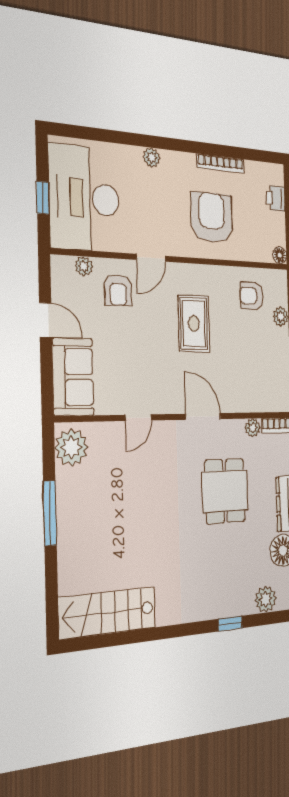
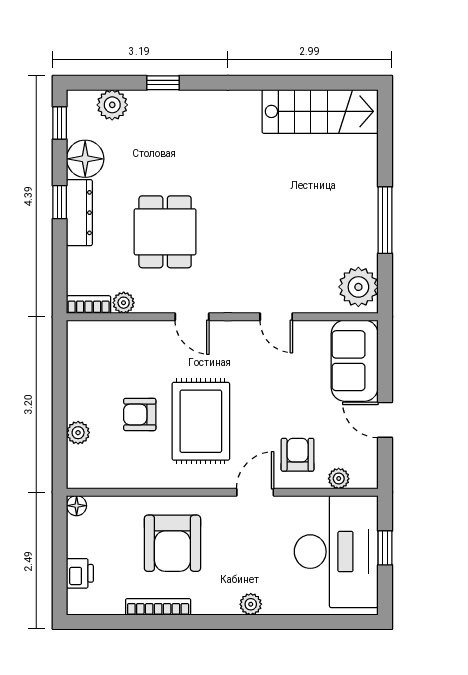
armchair: (252, 296) -> (140, 414), moved, turned 180
rug: (194, 324) -> (201, 421), width x1.36, depth x1.43
door: (203, 416) -> (192, 317), width x0.73
door: (138, 418) -> (276, 317), swing flipped

